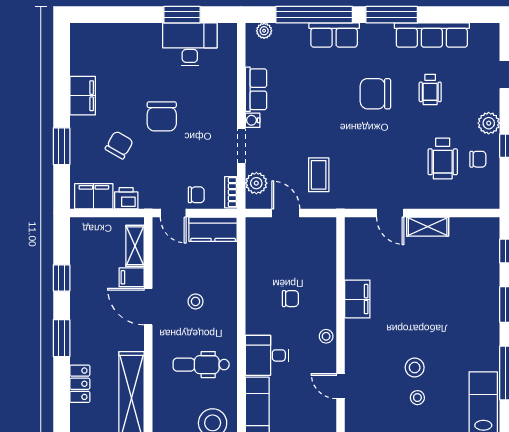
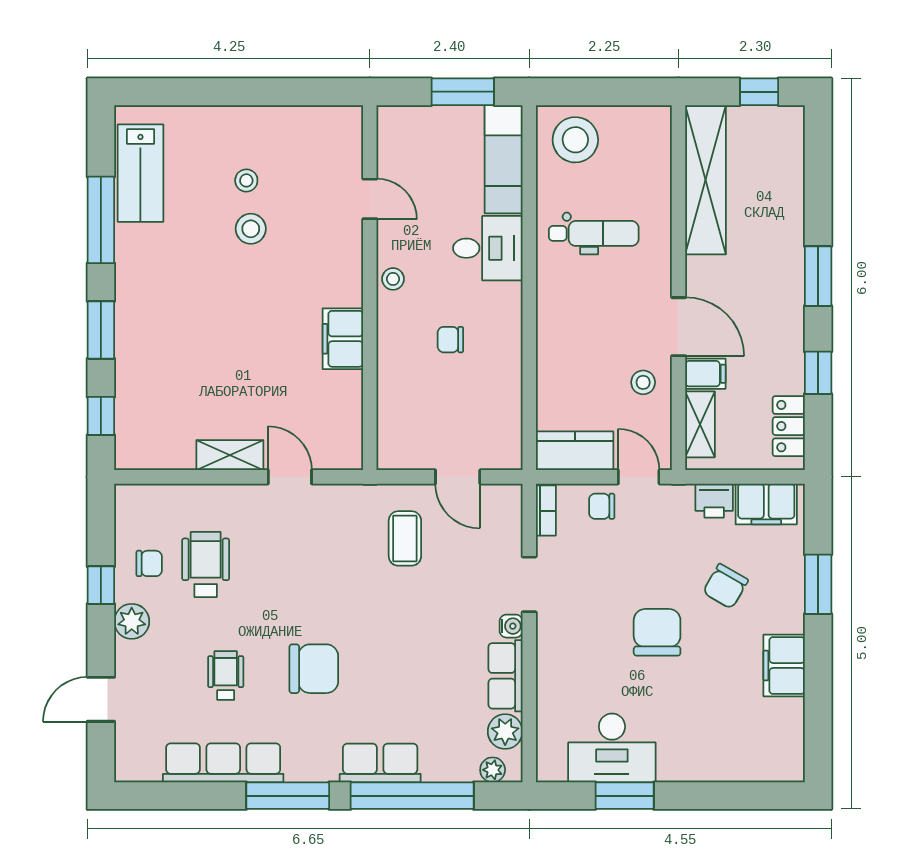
chair: (478, 159) -> (149, 563), turned 180
plant: (256, 183) -> (505, 732), moved
stool: (196, 301) -> (643, 382), moved
locker: (80, 384) -> (789, 426), moved

